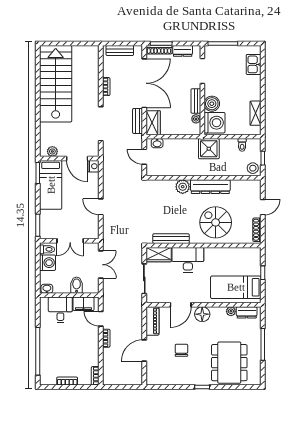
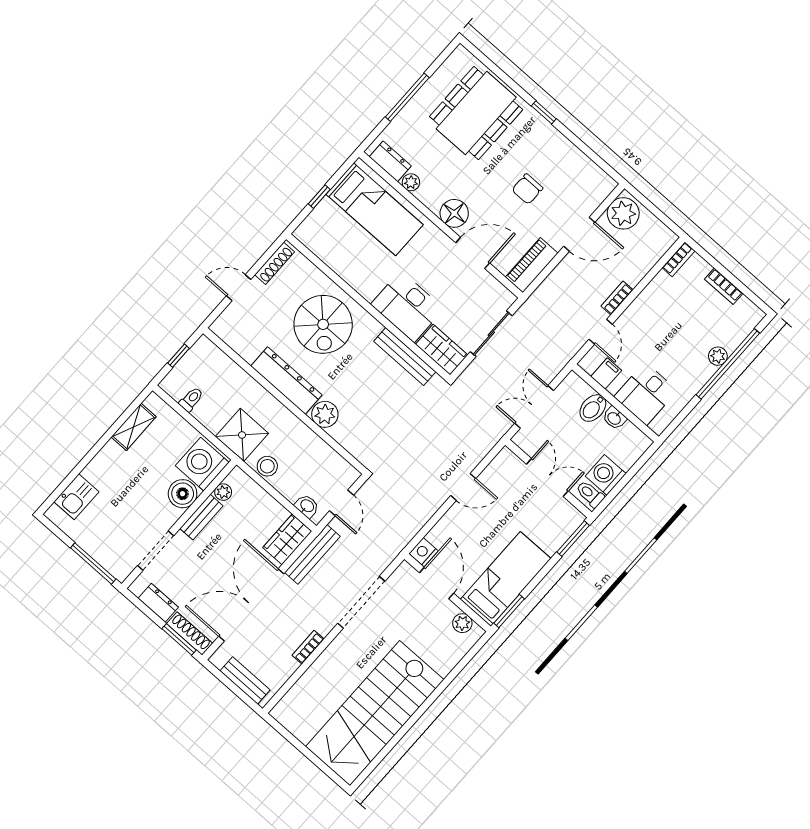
bench: (138, 121) -> (312, 554), width x1.36
stool: (253, 168) -> (267, 466), moved
door: (101, 207) -> (463, 487), hinge flipped
washbasin: (47, 289) -> (614, 418), moved
filing cabinet: (84, 304) -> (606, 374), width x0.50
plant: (45, 351) -> (718, 356), added
plant: (134, 375) -> (623, 213), added

